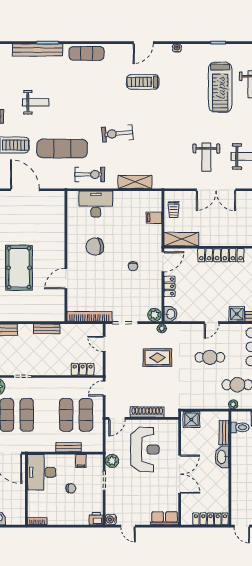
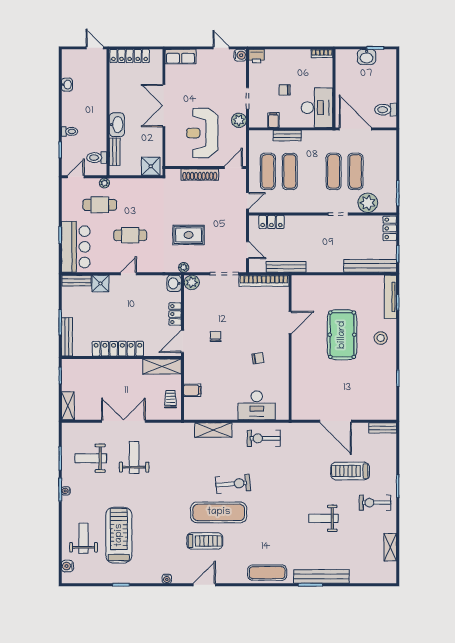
exercise mat: (62, 148) -> (219, 512), moved
chair: (95, 247) -> (258, 358), width x0.54, depth x0.54
bench: (47, 329) -> (286, 267), moved, width x1.36

